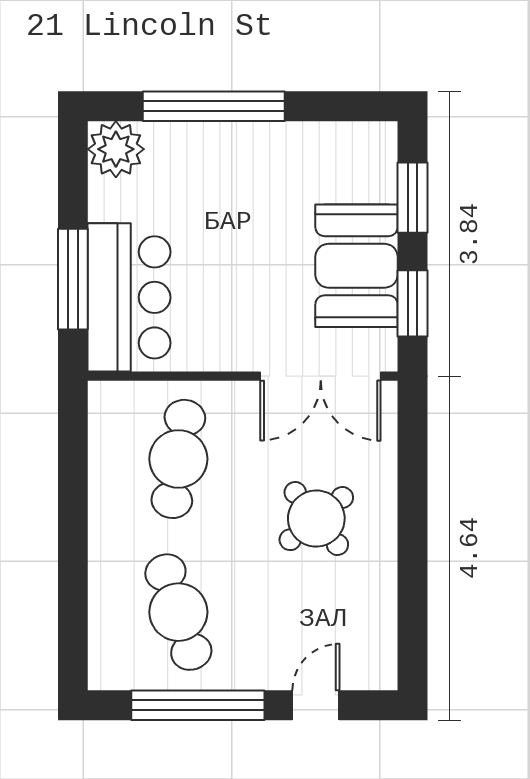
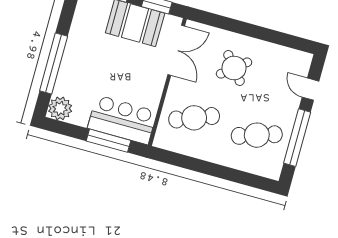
cafe table: (178, 459) -> (194, 118), turned -30

